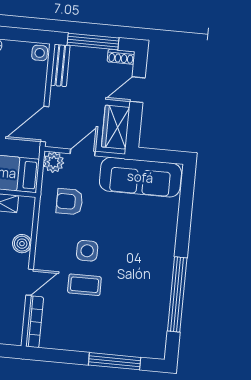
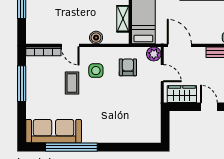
sofa: (140, 177) -> (54, 131), moved, turned 90
side table: (87, 251) -> (96, 71), moved
window: (115, 361) -> (22, 84), moved

